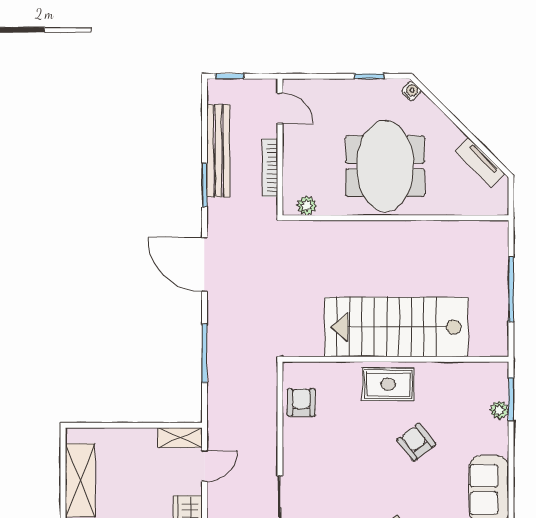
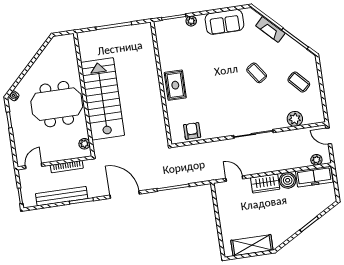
tv unit: (480, 162) -> (47, 53), removed
door: (204, 265) -> (125, 195), swing flipped
stairs: (396, 327) -> (103, 99), moved, turned 180
armchair: (301, 403) -> (192, 131), turned 90
plant: (499, 410) -> (191, 21), moved
shelving: (180, 438) -> (221, 194), removed
armchair: (416, 442) -> (204, 65), removed

